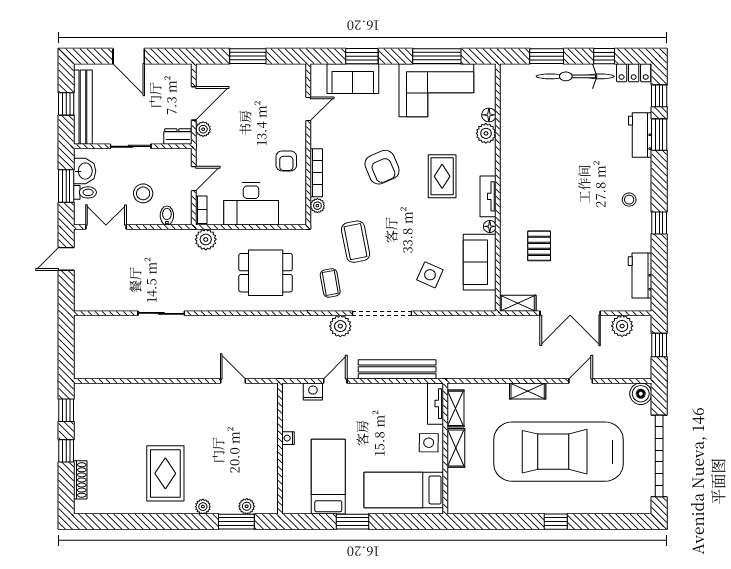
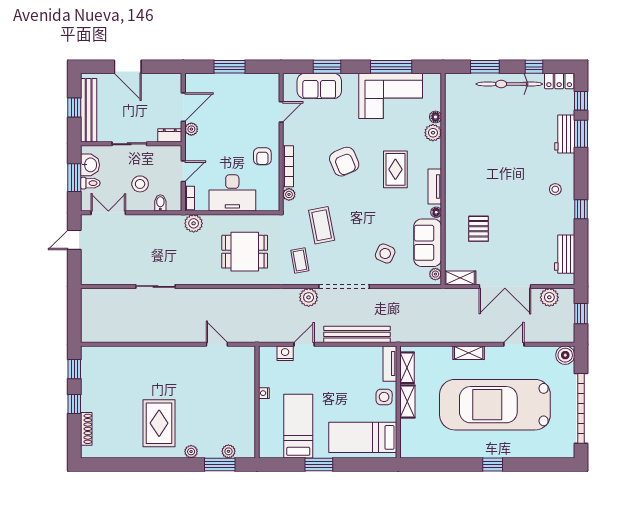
plant: (489, 299) -> (435, 274), added

